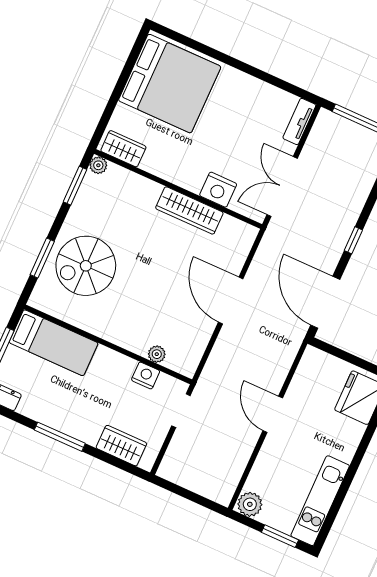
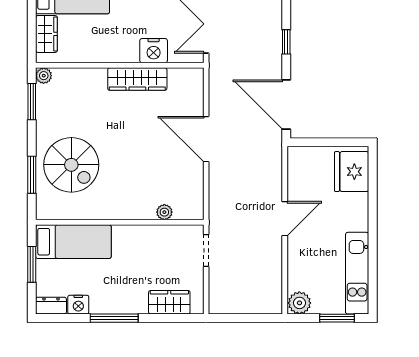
wardrobe: (123, 149) -> (46, 34), moved, turned 90
spiral stairs: (86, 266) -> (71, 165), turned -90
nightstand: (146, 376) -> (78, 305), moved, turned 180
door: (273, 414) -> (285, 219), swing flipped

